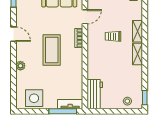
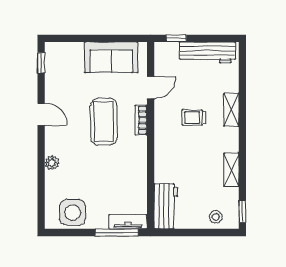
coffee table: (52, 50) -> (104, 122), moved
shelving: (138, 54) -> (231, 170), moved

